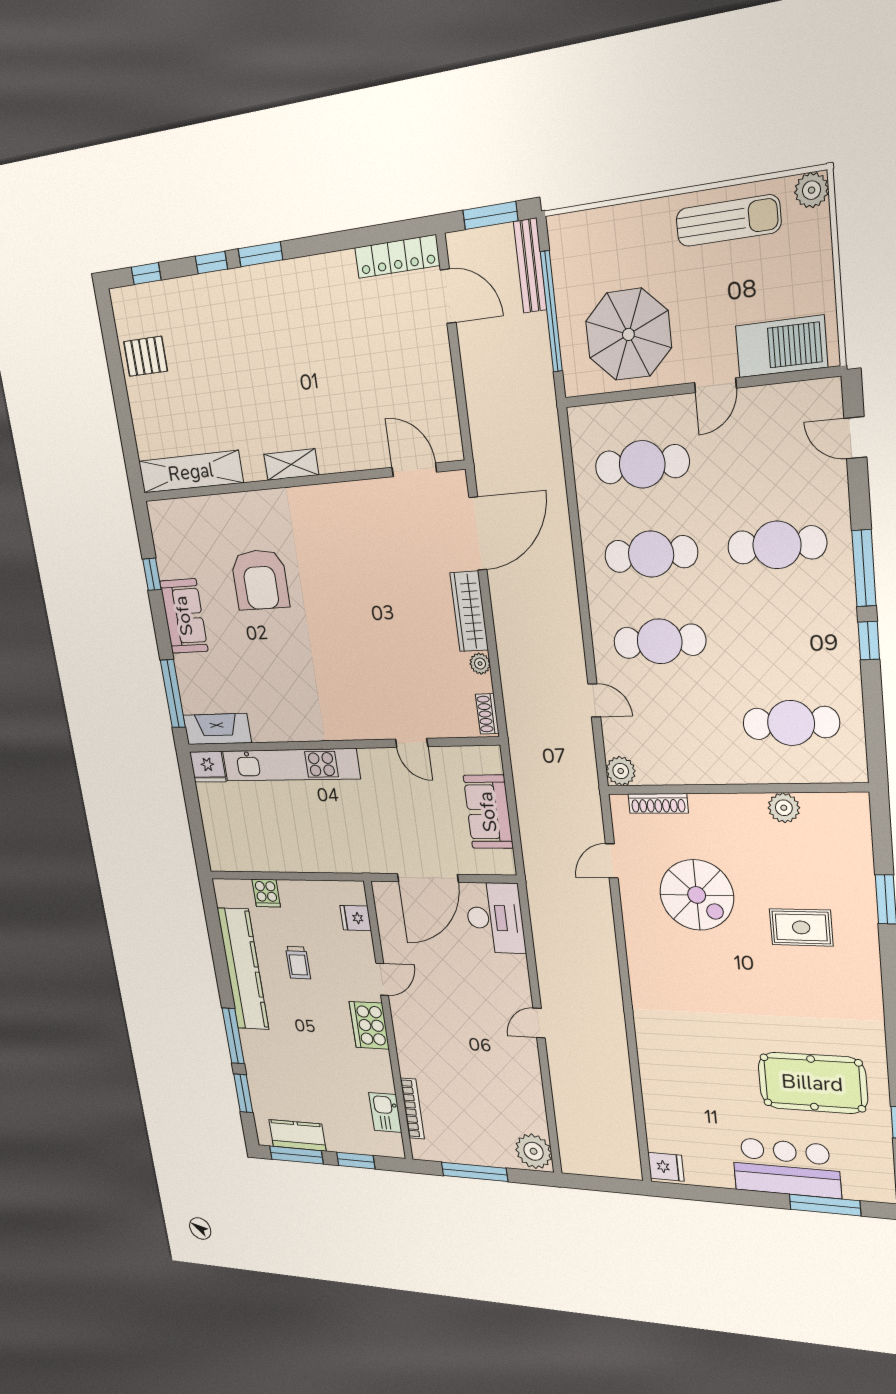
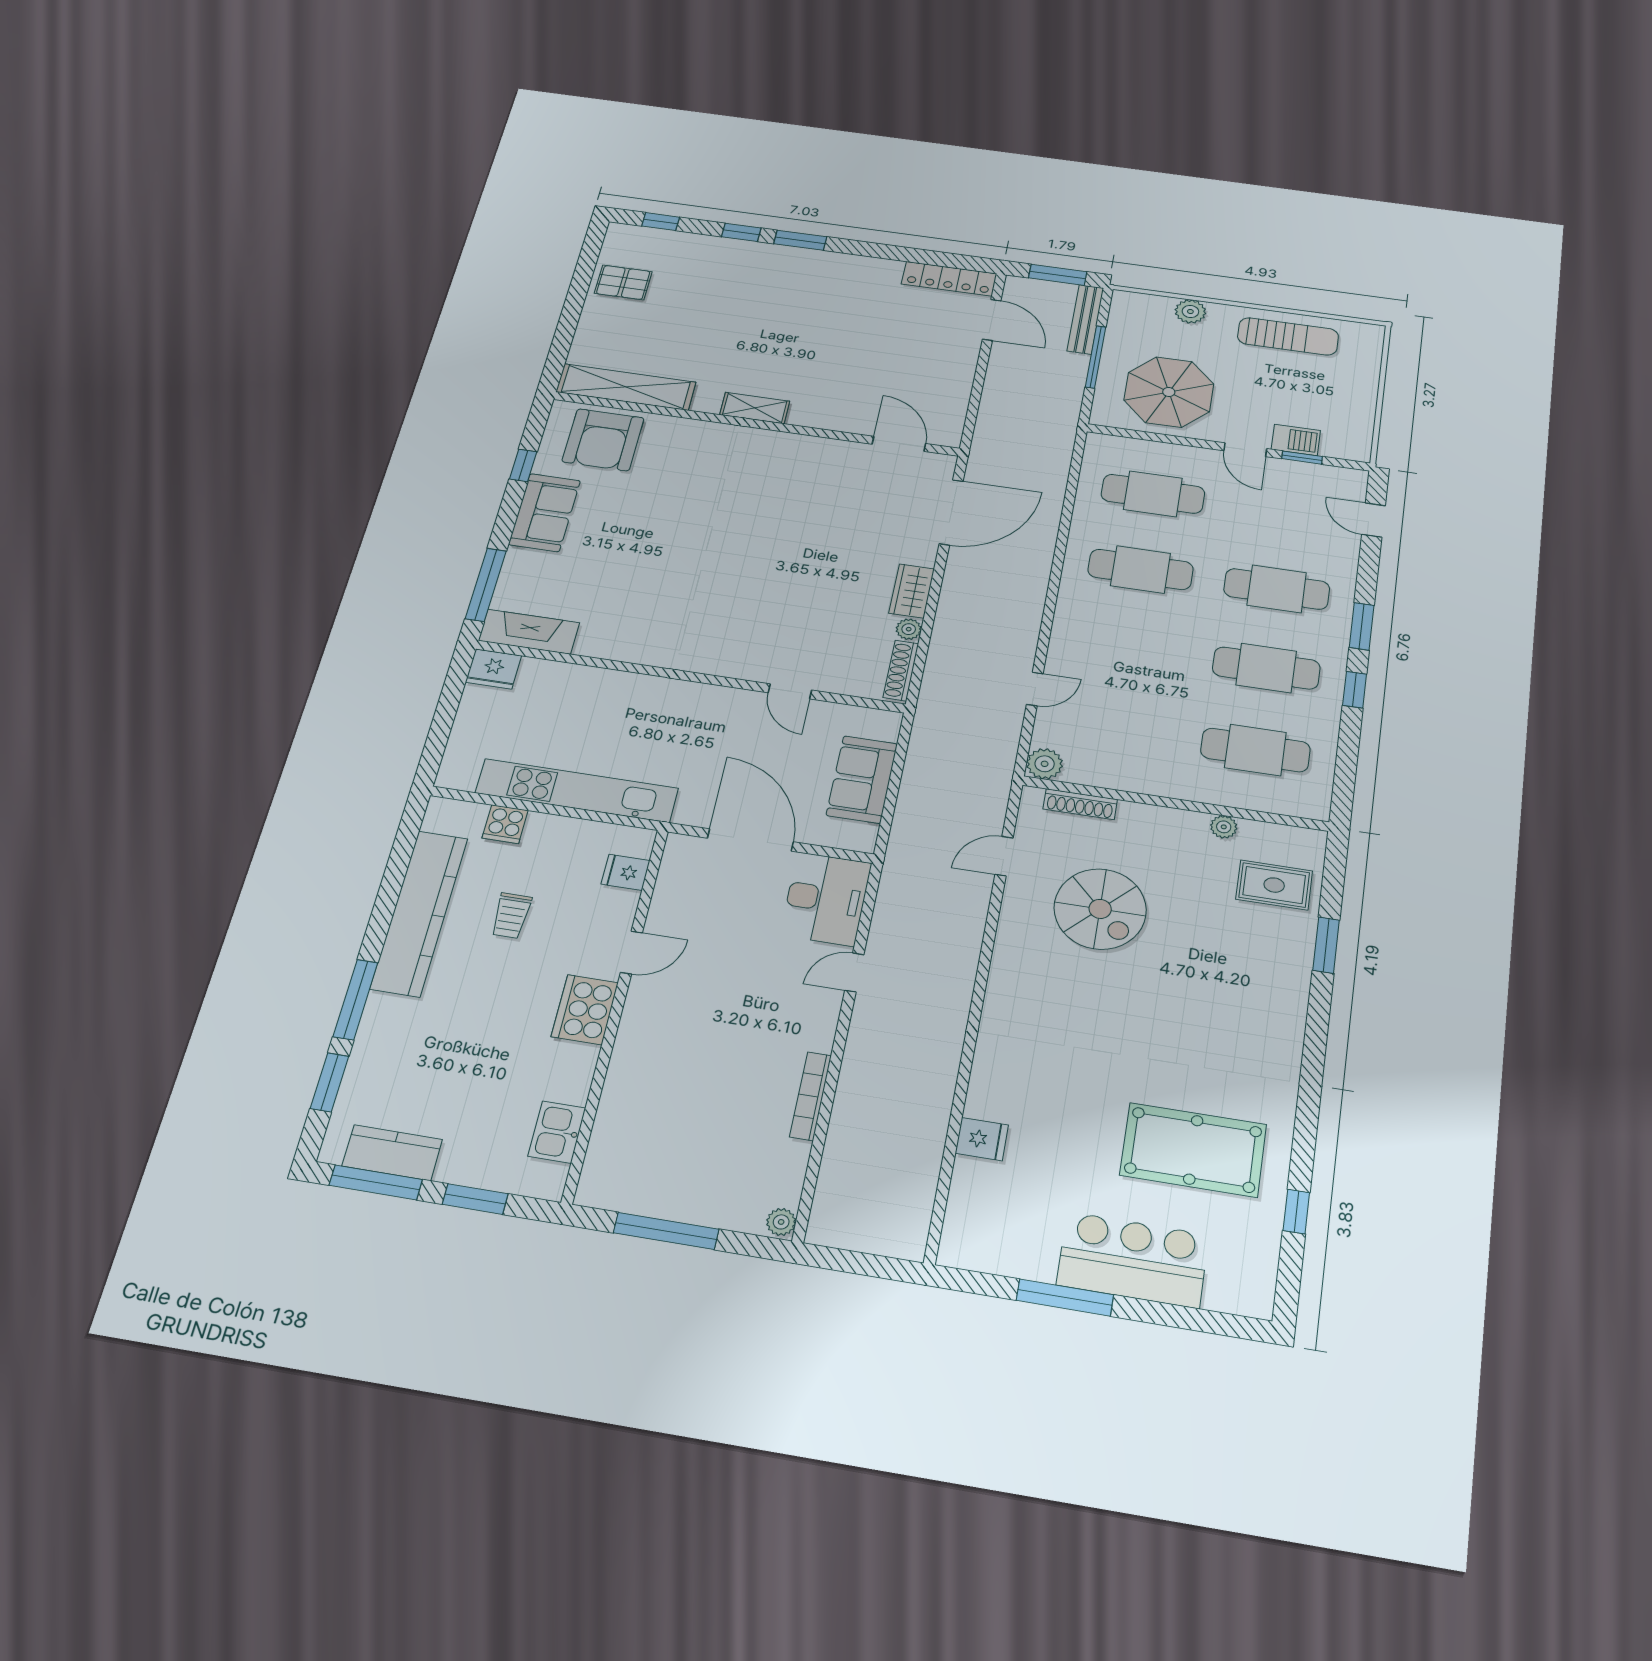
plant: (812, 190) -> (1190, 312), moved
window: (551, 312) -> (1096, 357), width x0.68
barbecue: (781, 347) -> (1296, 440), width x0.53, depth x0.65
window: (772, 379) -> (1302, 458), added
door: (715, 385) -> (1245, 450), hinge flipped
window: (864, 568) -> (1362, 626), width x0.69
armchair: (260, 580) -> (603, 440), moved
wardrobe: (469, 611) -> (912, 591), width x0.67
cafe table: (660, 641) -> (1266, 668), moved
door: (594, 700) -> (1035, 689), hinge flipped
shoe rack: (487, 714) -> (901, 671), width x1.43
kitchen unit: (290, 765) -> (577, 791), moved, turned 180
plant: (784, 808) -> (1224, 827), width x0.73, depth x0.73
door: (428, 878) -> (750, 840), swing flipped
rug: (801, 927) -> (1274, 885), moved
door: (539, 1023) -> (854, 972), moved
bookcase: (412, 1109) -> (811, 1096), moved, turned 180
plant: (534, 1151) -> (781, 1222), width x0.53, depth x0.53
fridge: (666, 1167) -> (982, 1139), moved
window: (825, 1205) -> (1065, 1298), moved

